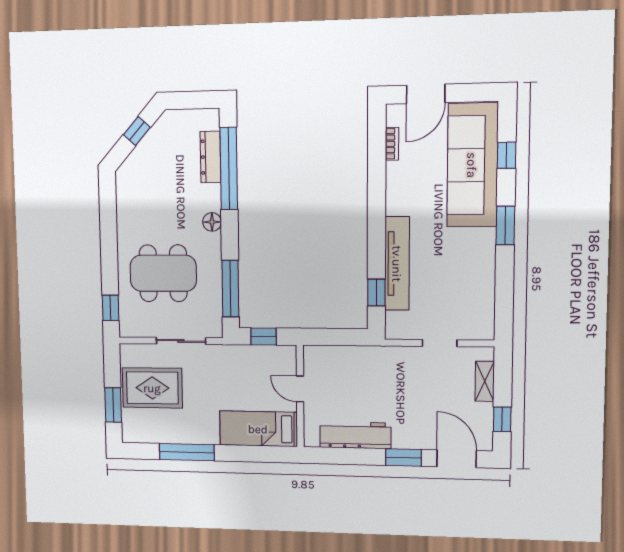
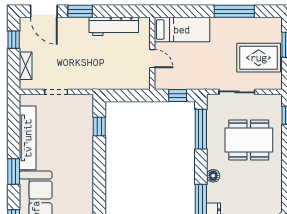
tv unit: (397, 264) -> (28, 138), moved, turned 180

